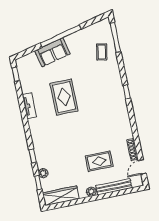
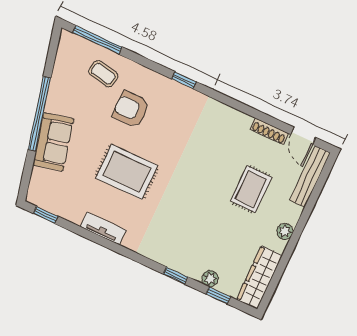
armchair: (95, 77) -> (131, 109), added
bench: (114, 187) -> (310, 176), moved

